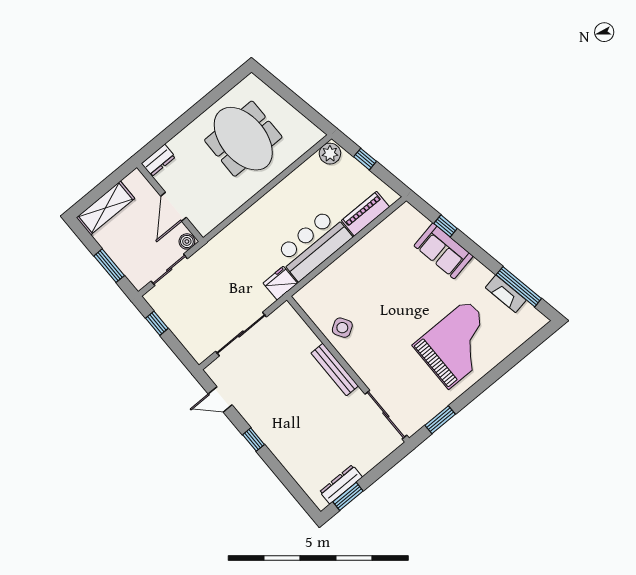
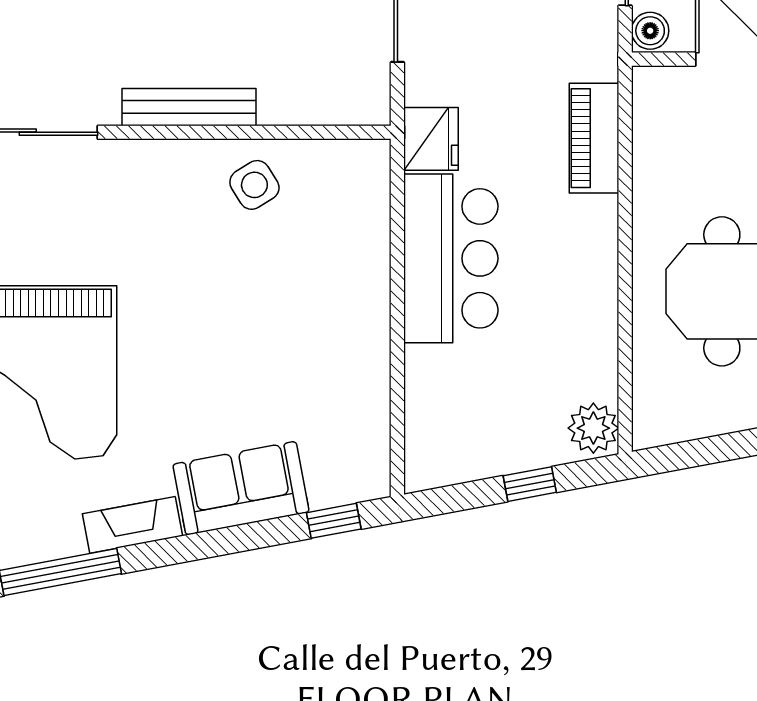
piano: (366, 214) -> (594, 138), moved, turned 180
window: (446, 226) -> (334, 521), moved
fireplace: (506, 294) -> (133, 525), moved

